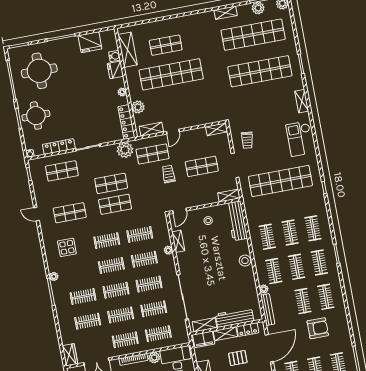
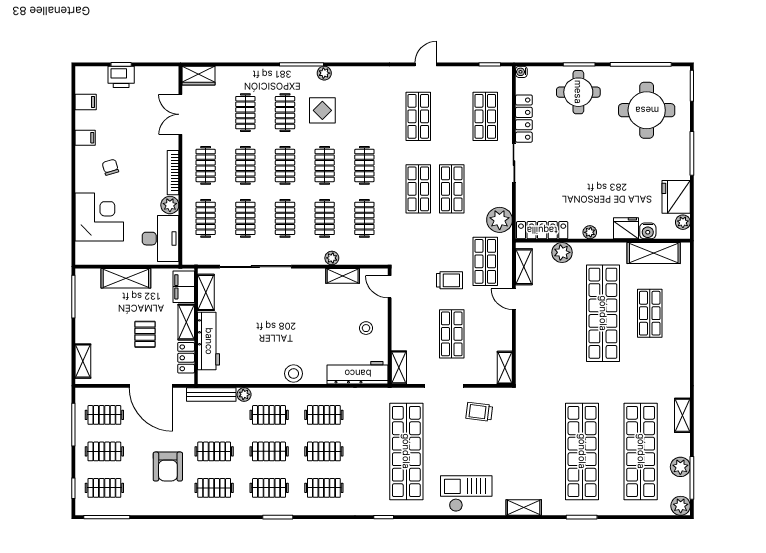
plant: (105, 35) -> (683, 222), added
display table: (67, 247) -> (322, 110), moved

